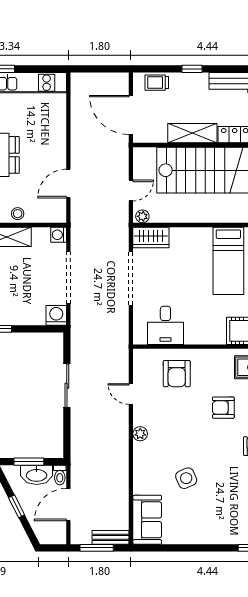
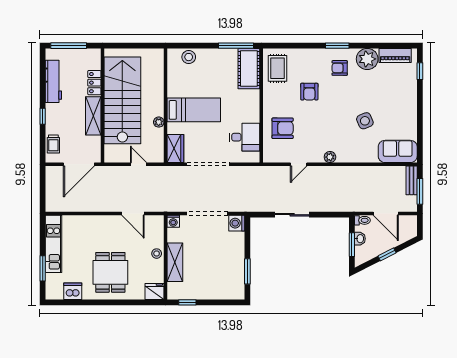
plant: (142, 216) -> (159, 122), moved
bed: (228, 261) -> (194, 110), moved
washbasin: (37, 475) -> (360, 239), width x0.52, depth x0.69

